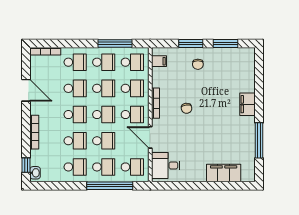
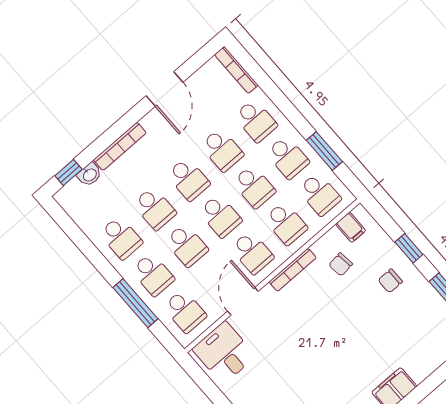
window: (115, 43) -> (324, 151), width x0.69
window: (191, 43) -> (409, 248), width x0.67
chair: (187, 108) -> (341, 264), moved
washbasin: (35, 173) -> (90, 175), moved
window: (110, 186) -> (135, 303), width x0.68

